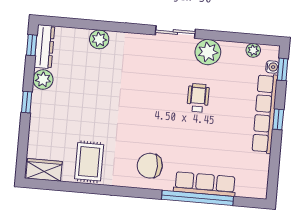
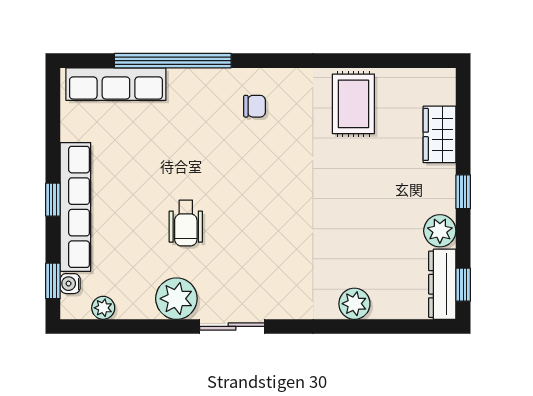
chair: (150, 166) -> (255, 106), width x0.54, depth x0.54
wardrobe: (44, 170) -> (440, 134), moved, turned 90
row of seats: (205, 184) -> (116, 84), moved

